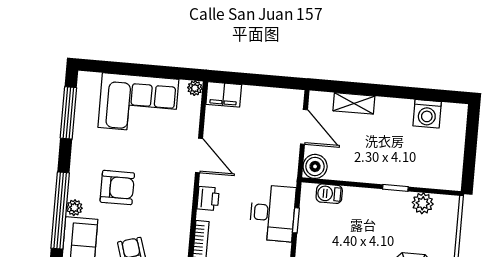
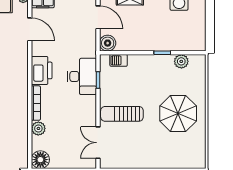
door: (199, 155) -> (30, 29), moved
printer: (208, 199) -> (42, 70), width x1.87, depth x1.48

